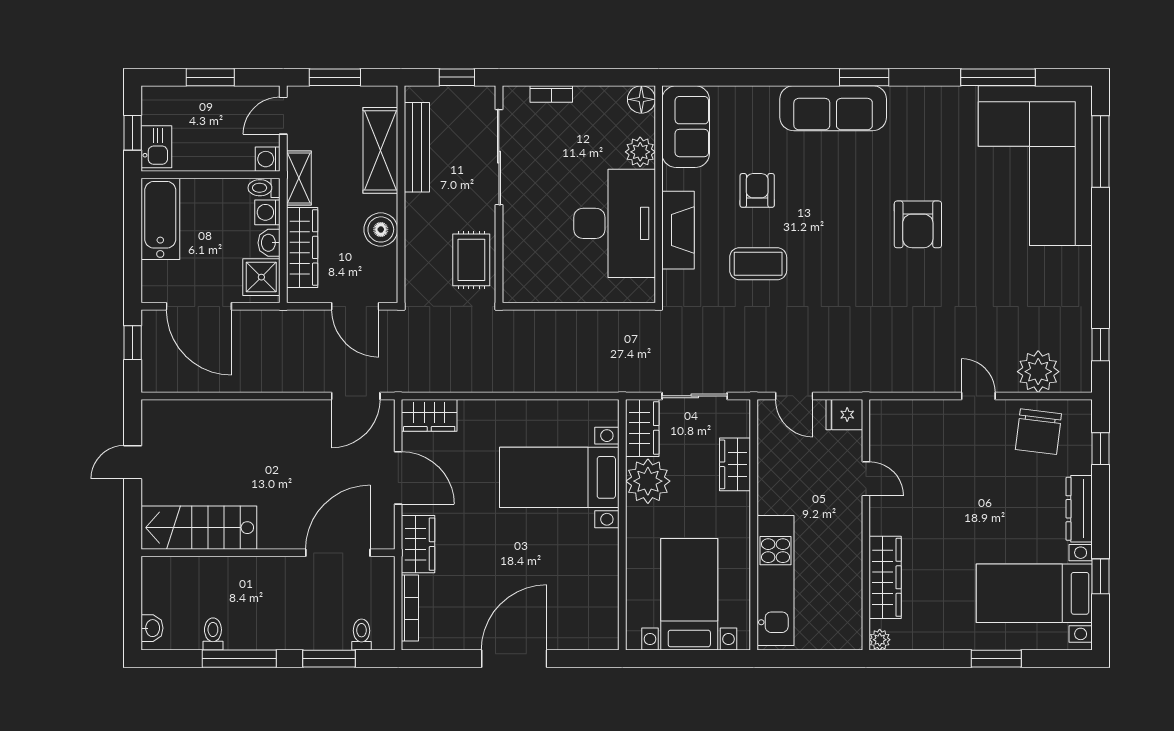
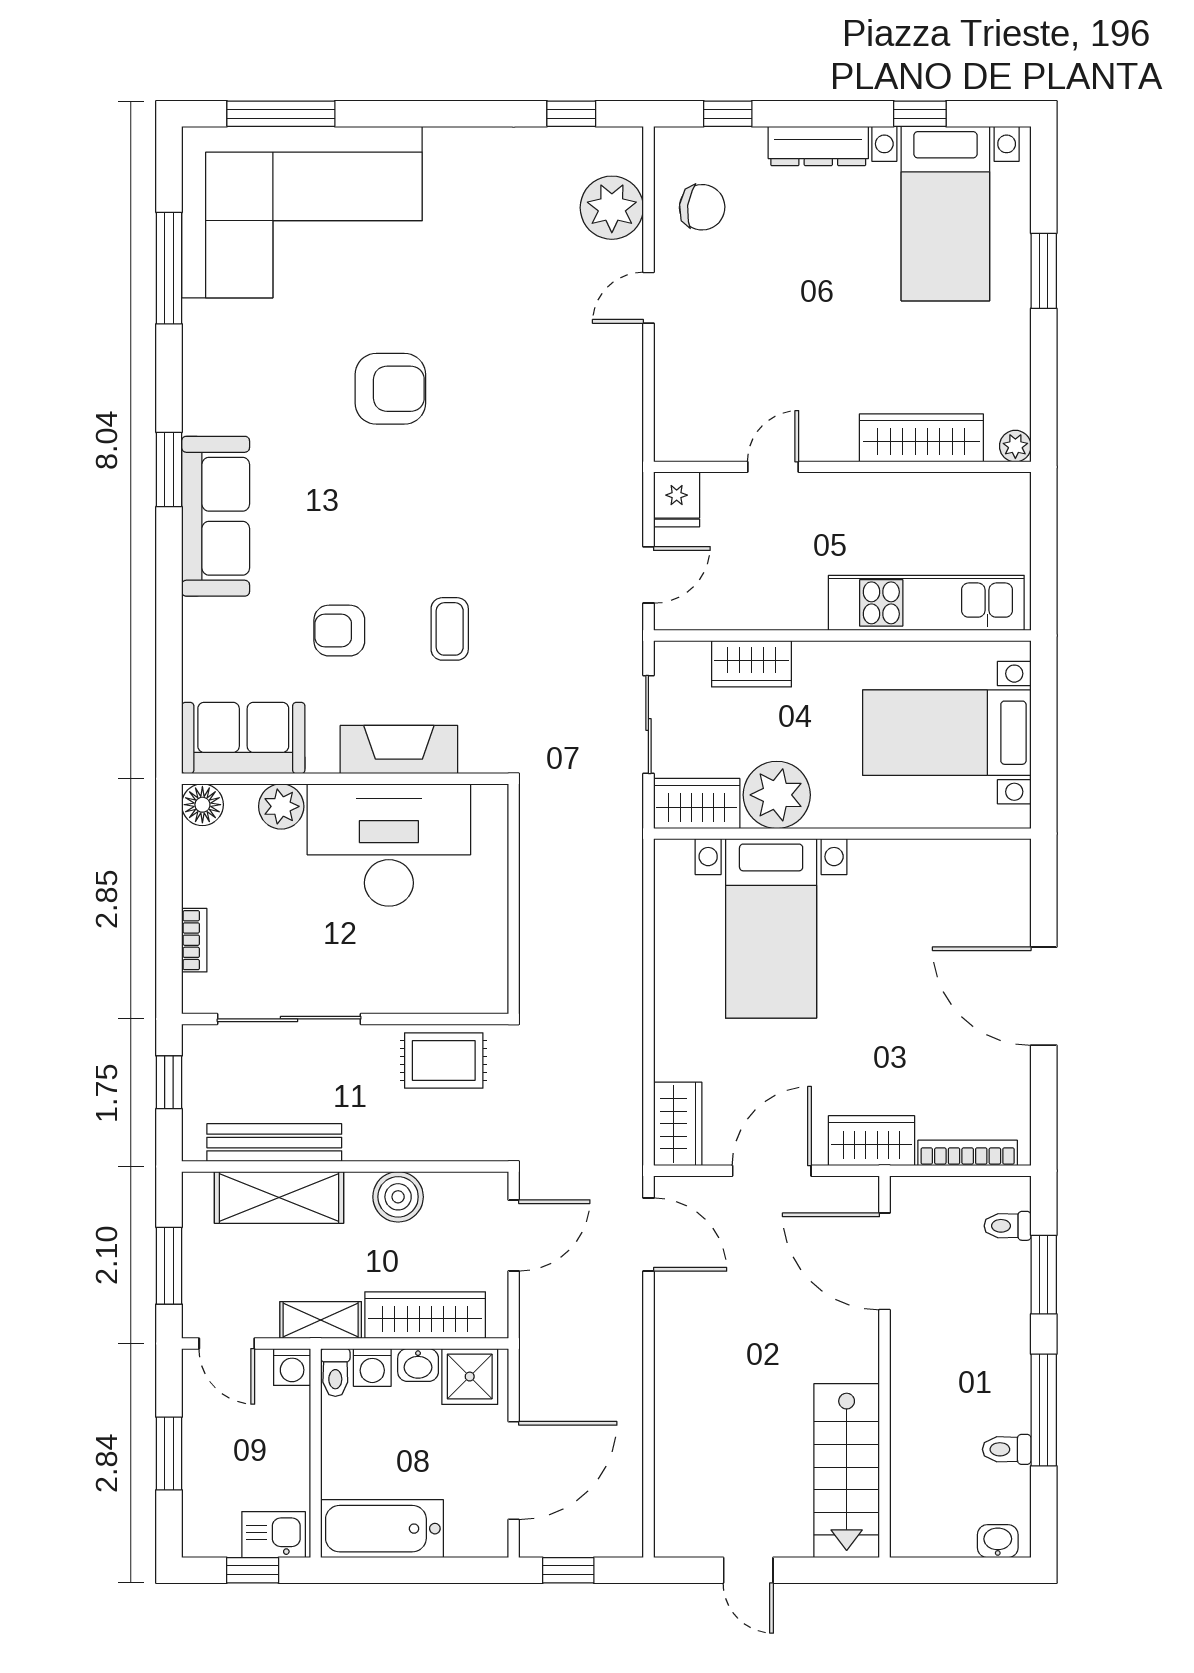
coffee table: (758, 264) -> (450, 629), width x0.73, depth x0.77
chair: (1038, 432) -> (702, 207), width x0.73, depth x0.73

